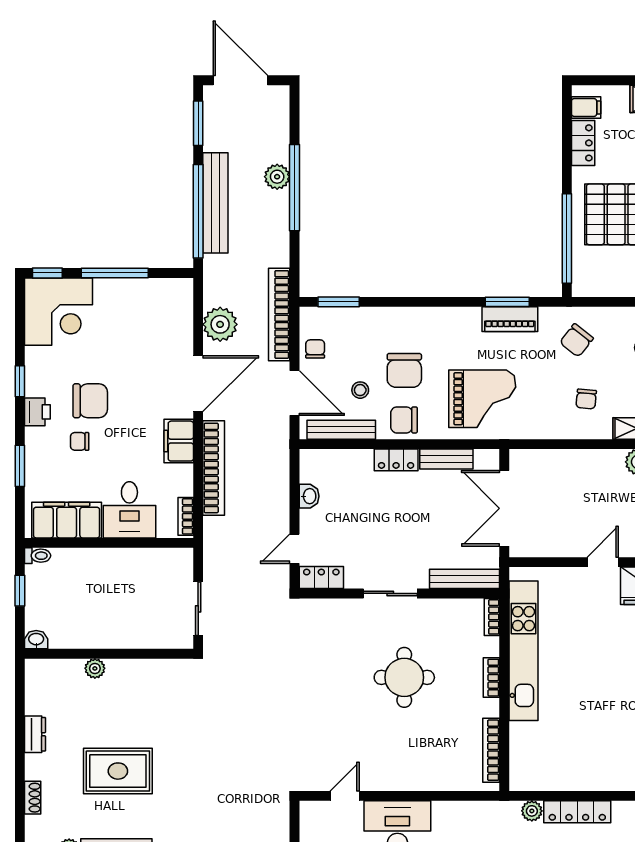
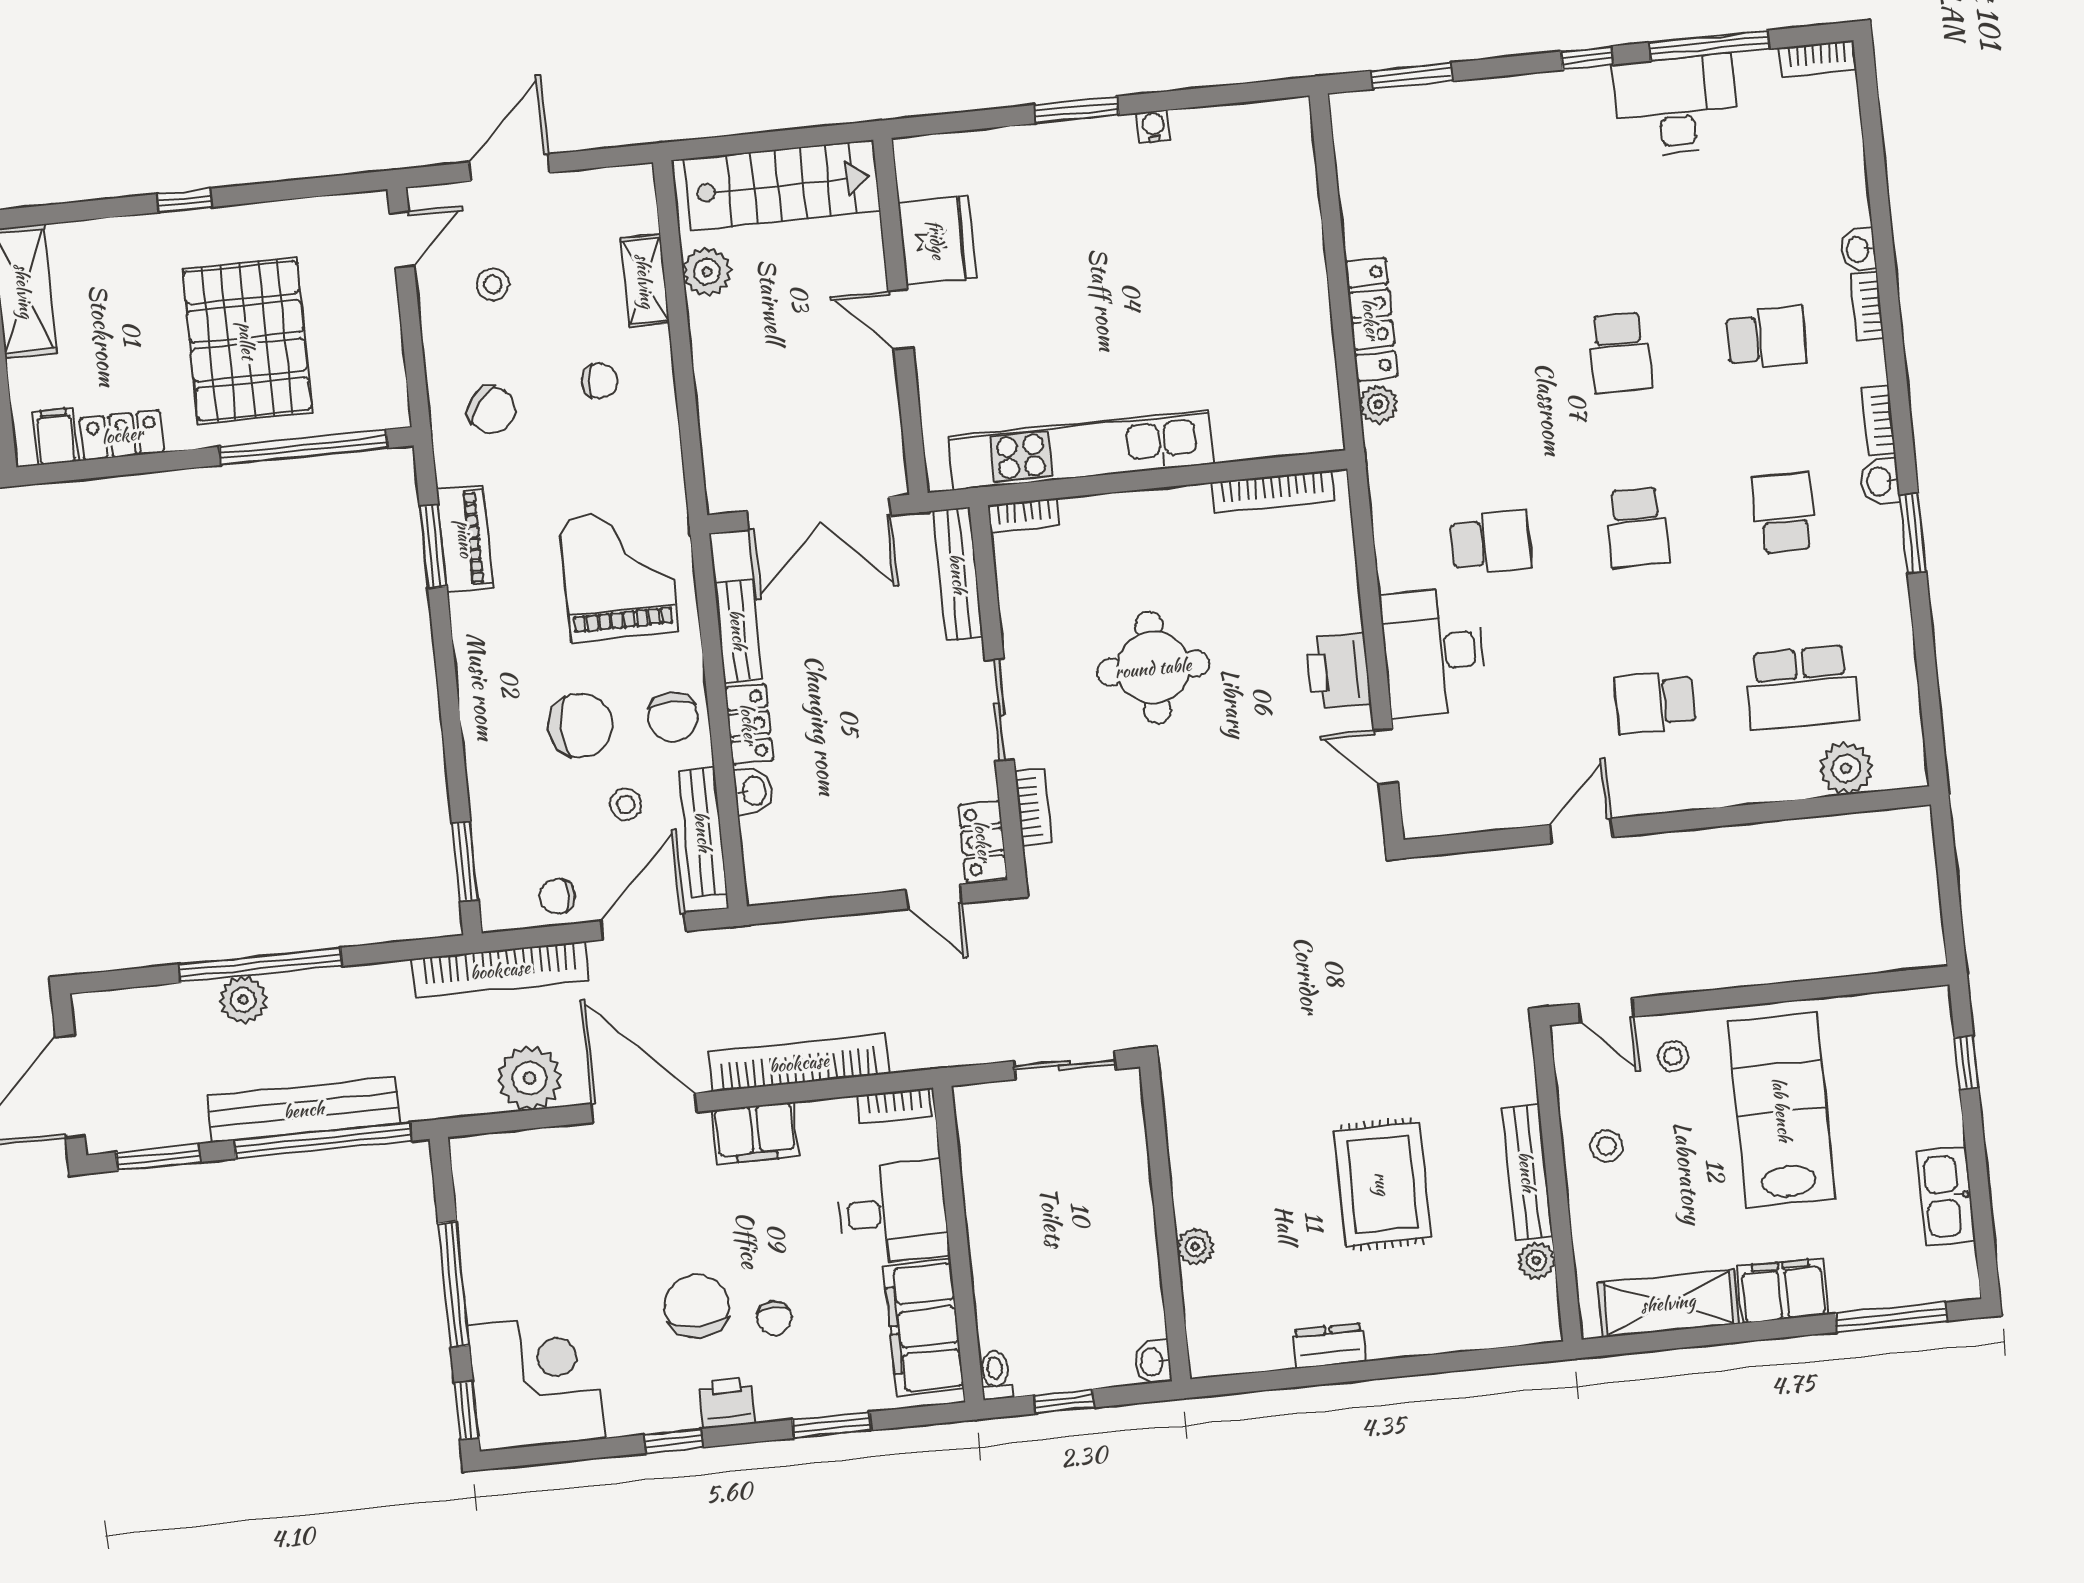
washbasin: (309, 496) -> (753, 791), moved, turned 90
bookcase: (491, 678) -> (1033, 807), moved, turned -90
printer: (392, 775) -> (1338, 671), added
shoe rack: (33, 798) -> (1448, 1338), removed

